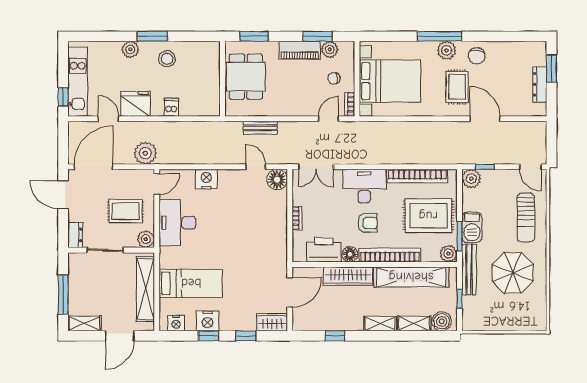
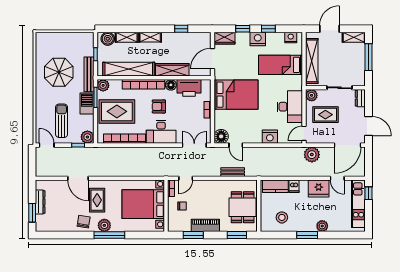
plant: (330, 49) -> (185, 226), removed
stool: (167, 59) -> (282, 217), moved
kitchen counter: (198, 107) -> (275, 186), added
sun lounger: (526, 218) -> (62, 121), moved
bed: (256, 240) -> (236, 95), added
nightstand: (208, 321) -> (258, 39), moved

